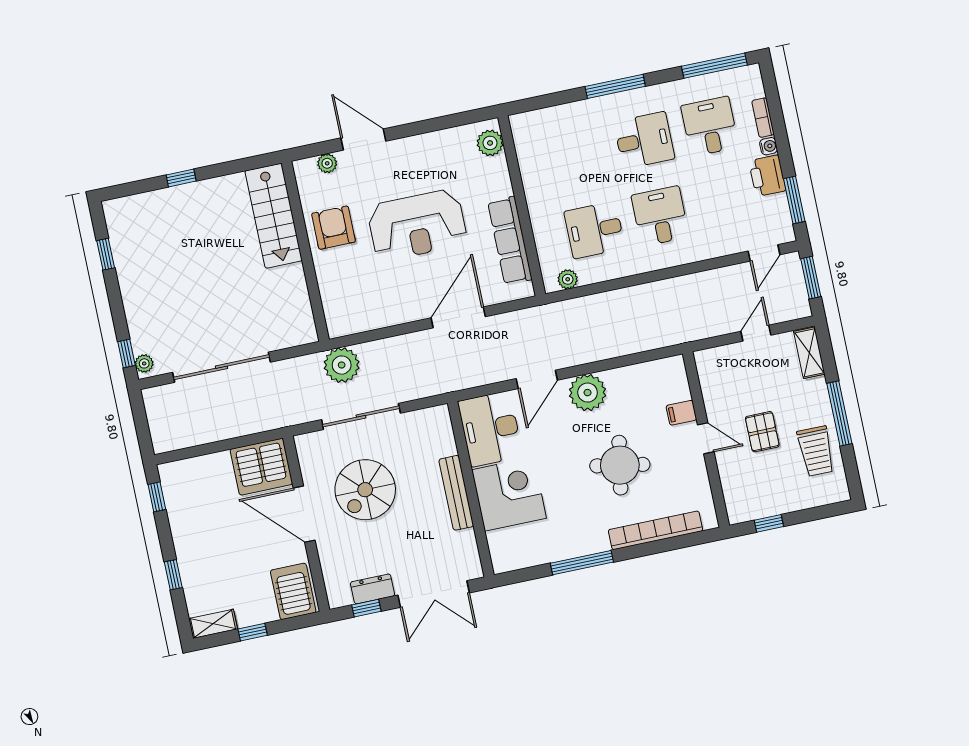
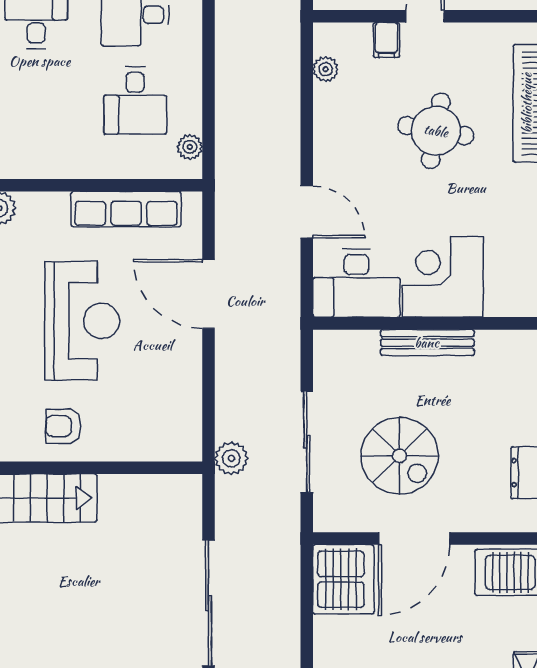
armchair: (334, 228) -> (63, 426), width x0.72, depth x0.72
plant: (342, 365) -> (231, 458), width x0.73, depth x0.73
plant: (588, 393) -> (326, 69), moved, width x0.53, depth x0.53

